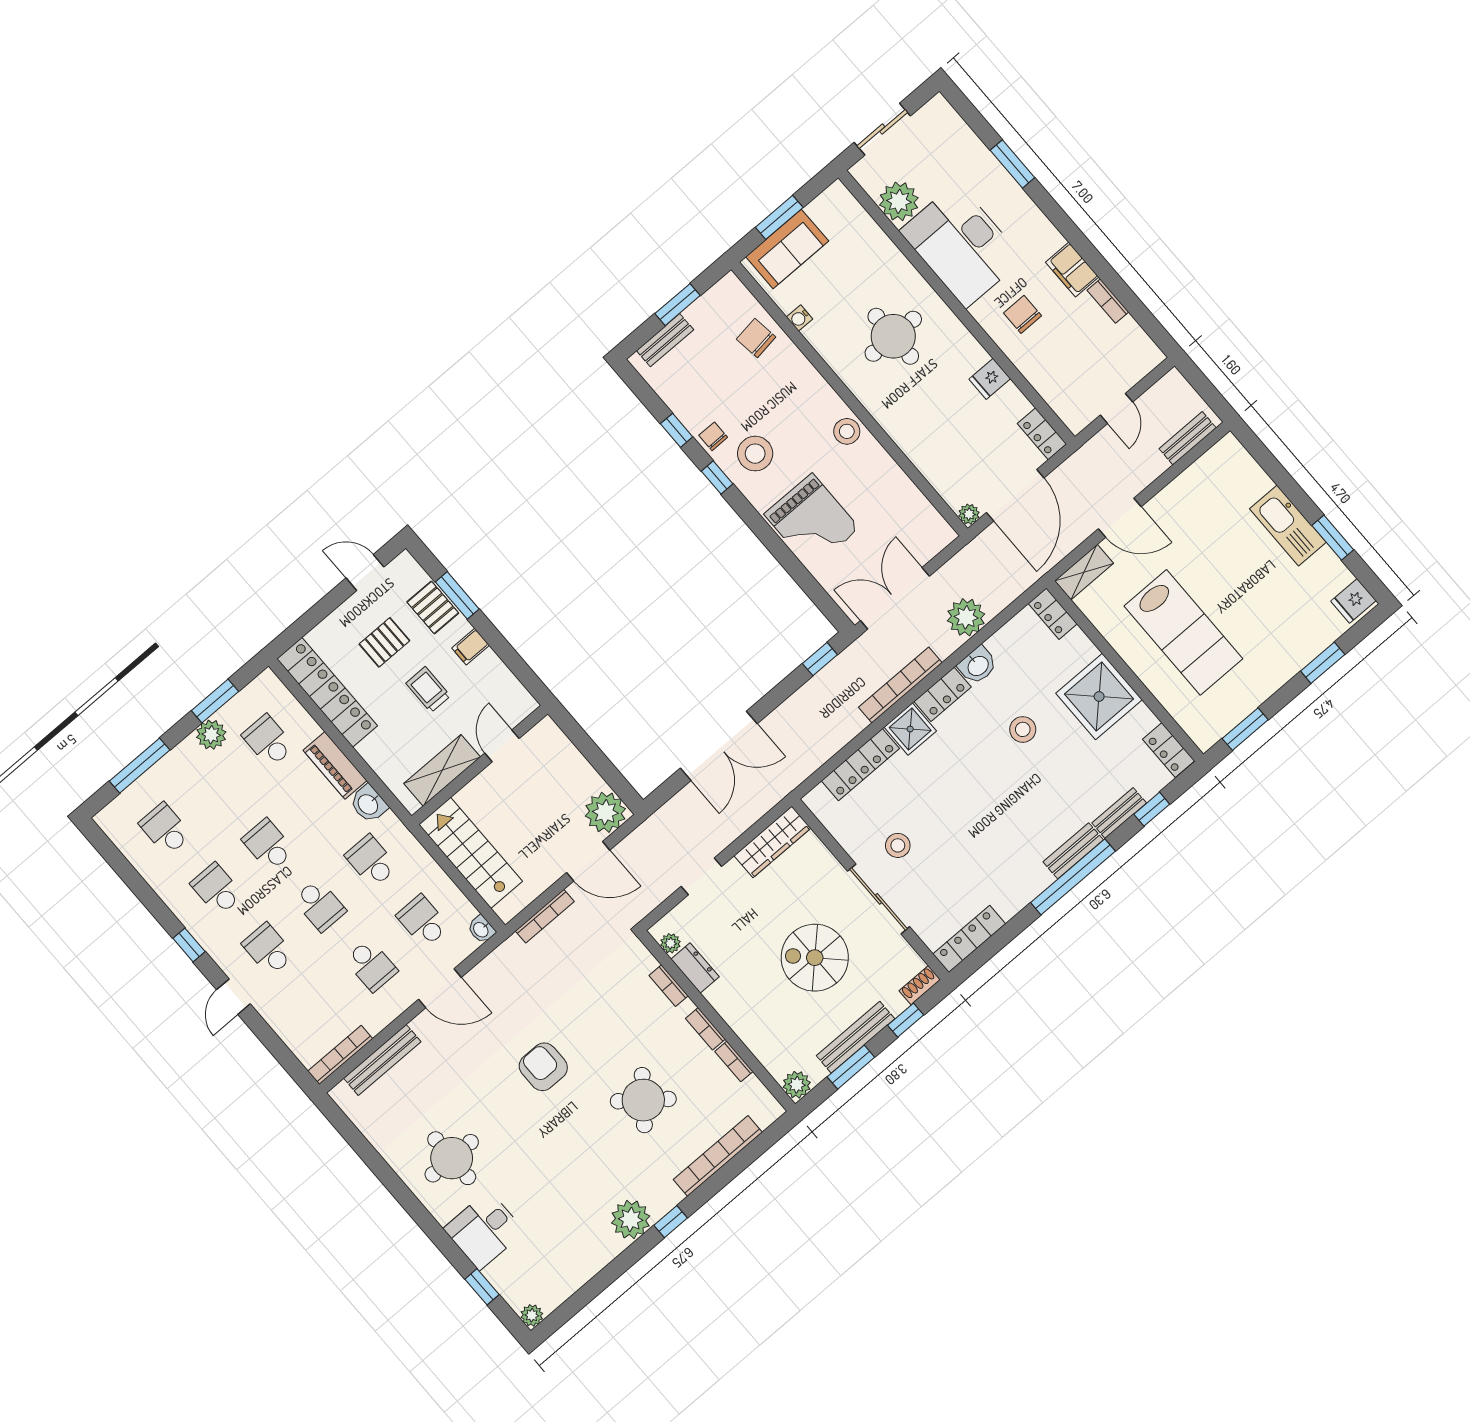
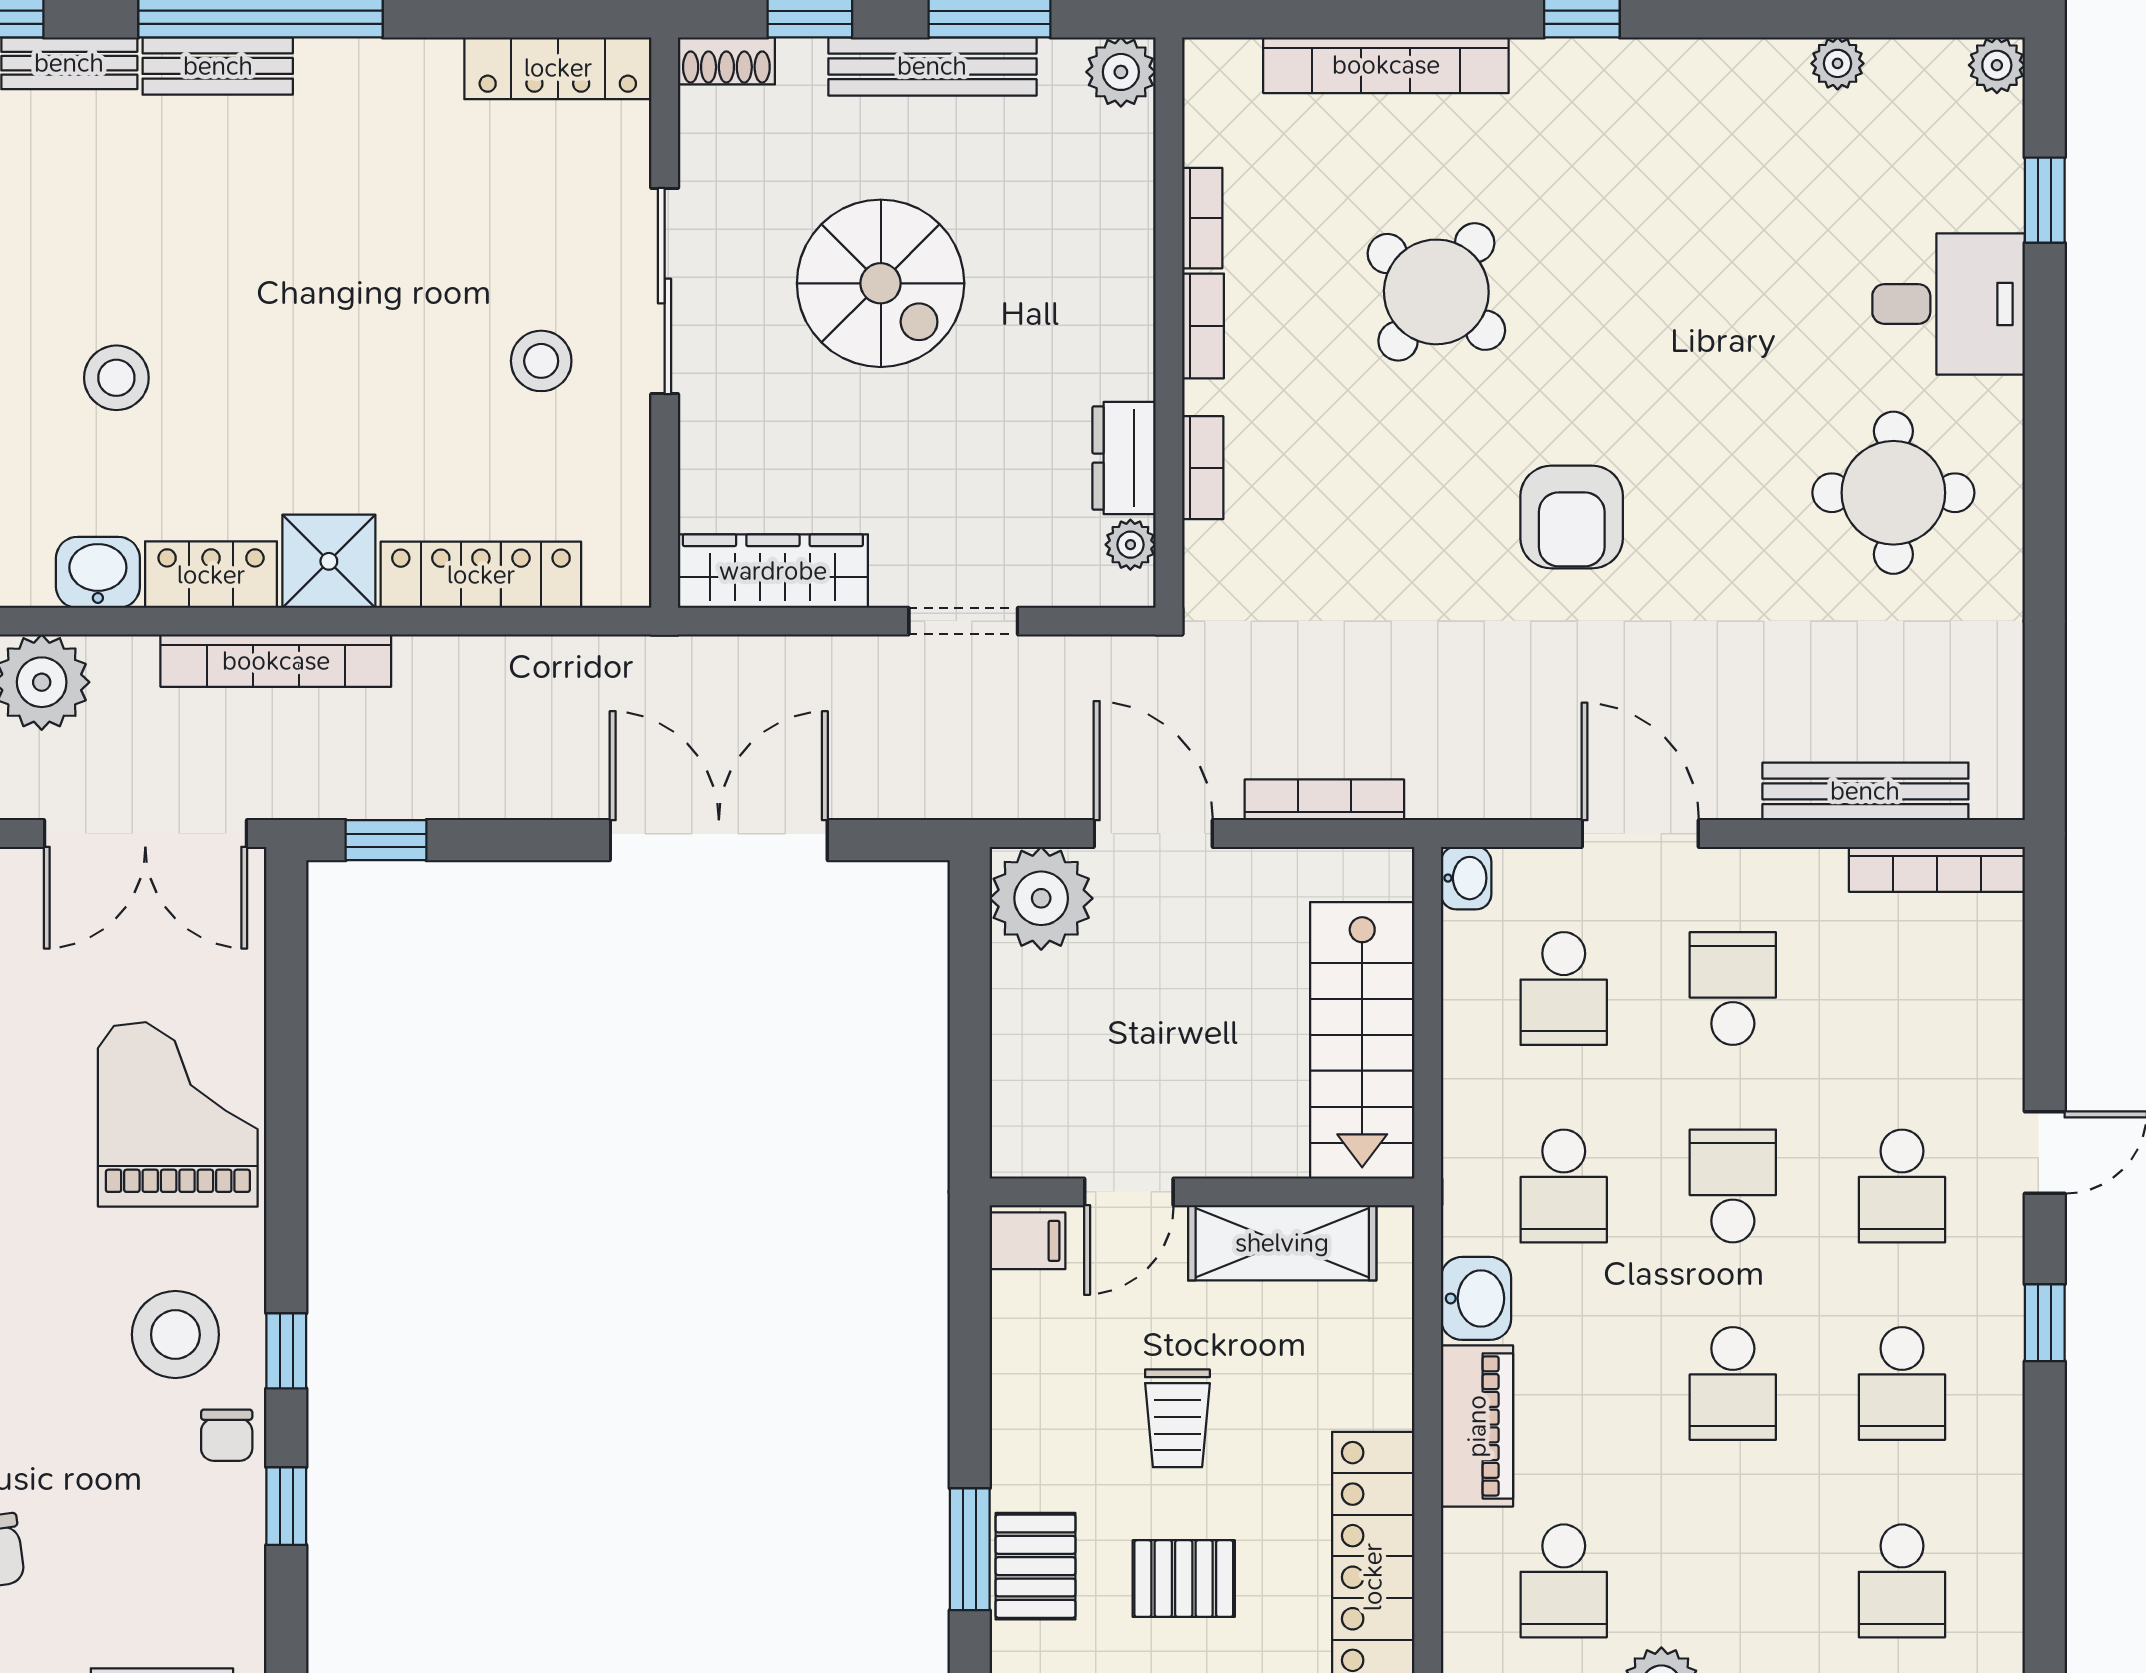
filing cabinet: (471, 647) -> (1028, 1241), moved
plant: (631, 1220) -> (1838, 63), moved, width x0.53, depth x0.53

